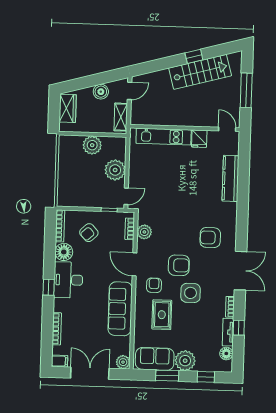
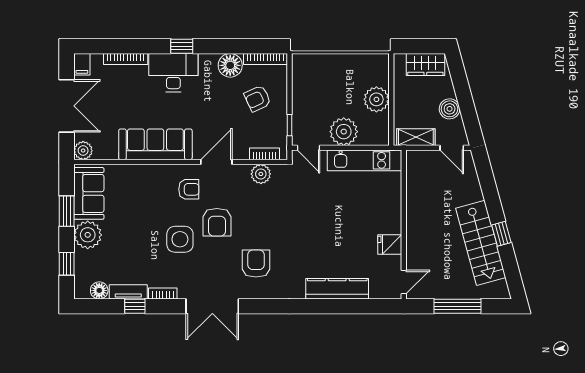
kitchen unit: (164, 137) -> (364, 160), moved, turned -90
armchair: (89, 233) -> (257, 99), turned -72
desk: (68, 280) -> (173, 73), moved
rug: (162, 315) -> (149, 201), removed

